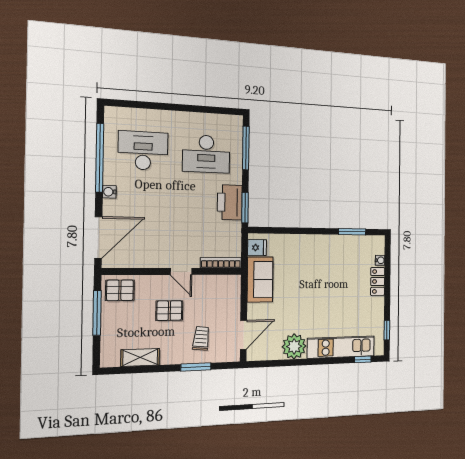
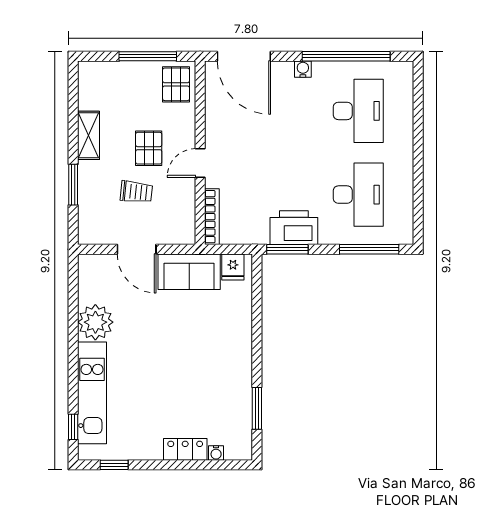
desk: (206, 154) -> (358, 195), turned 180
door: (243, 335) -> (137, 249), moved
trolley: (201, 338) -> (136, 192), moved
shelving: (140, 357) -> (89, 135), moved

